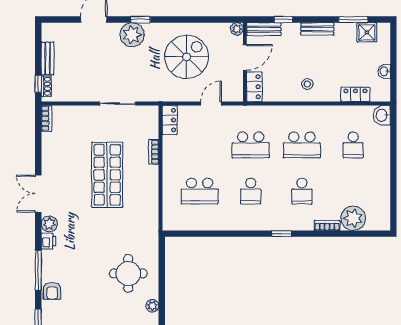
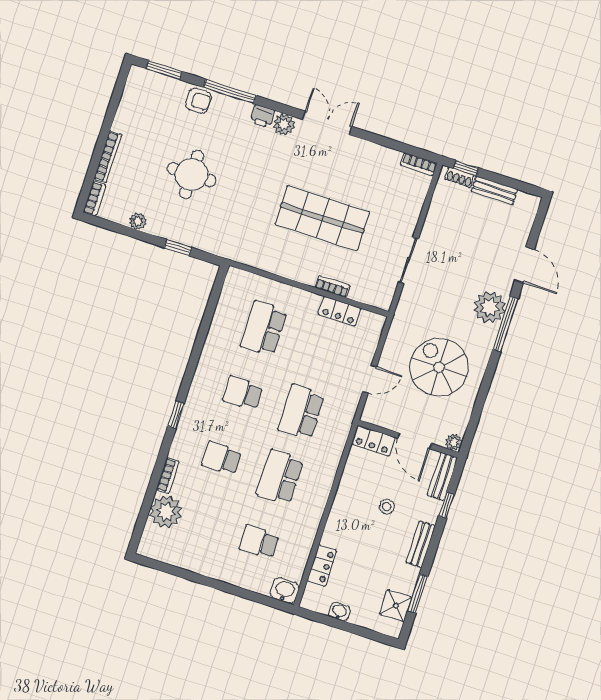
window: (140, 20) -> (505, 324), width x2.17
spiral stairs: (187, 57) -> (439, 367), turned 180
stool: (307, 84) -> (387, 507), moved
door: (211, 104) -> (370, 379), hinge flipped
locker: (170, 120) -> (340, 311), moved
window: (162, 271) -> (178, 248), added
round table: (128, 273) -> (192, 175), moved
armchair: (52, 291) -> (198, 101), turned 180

